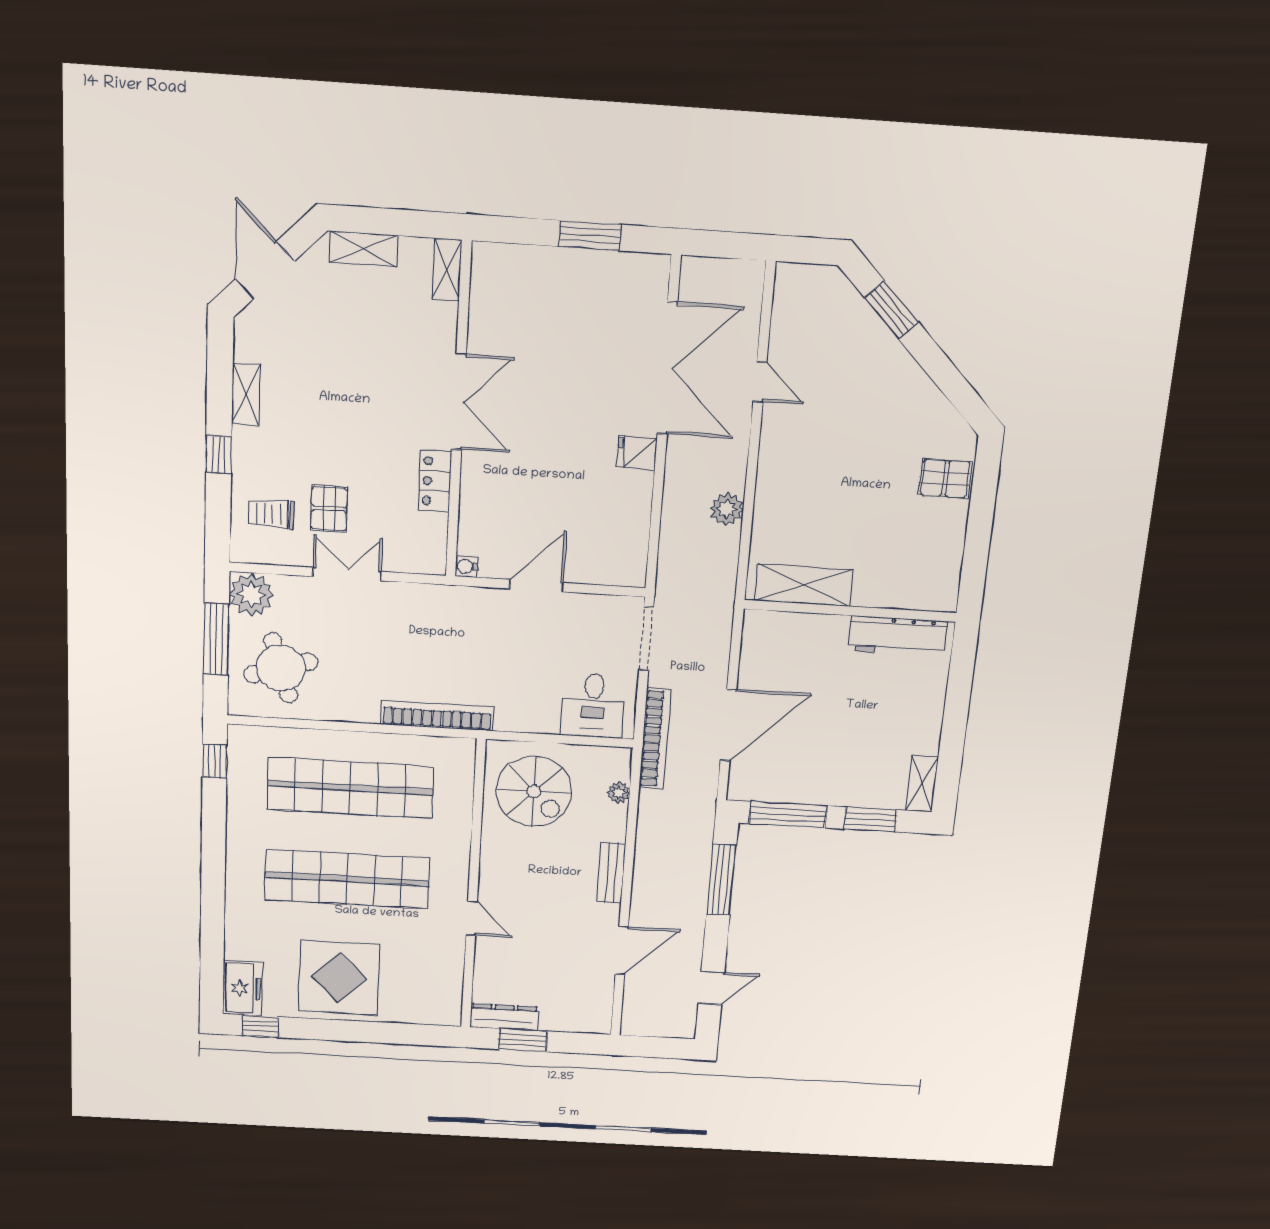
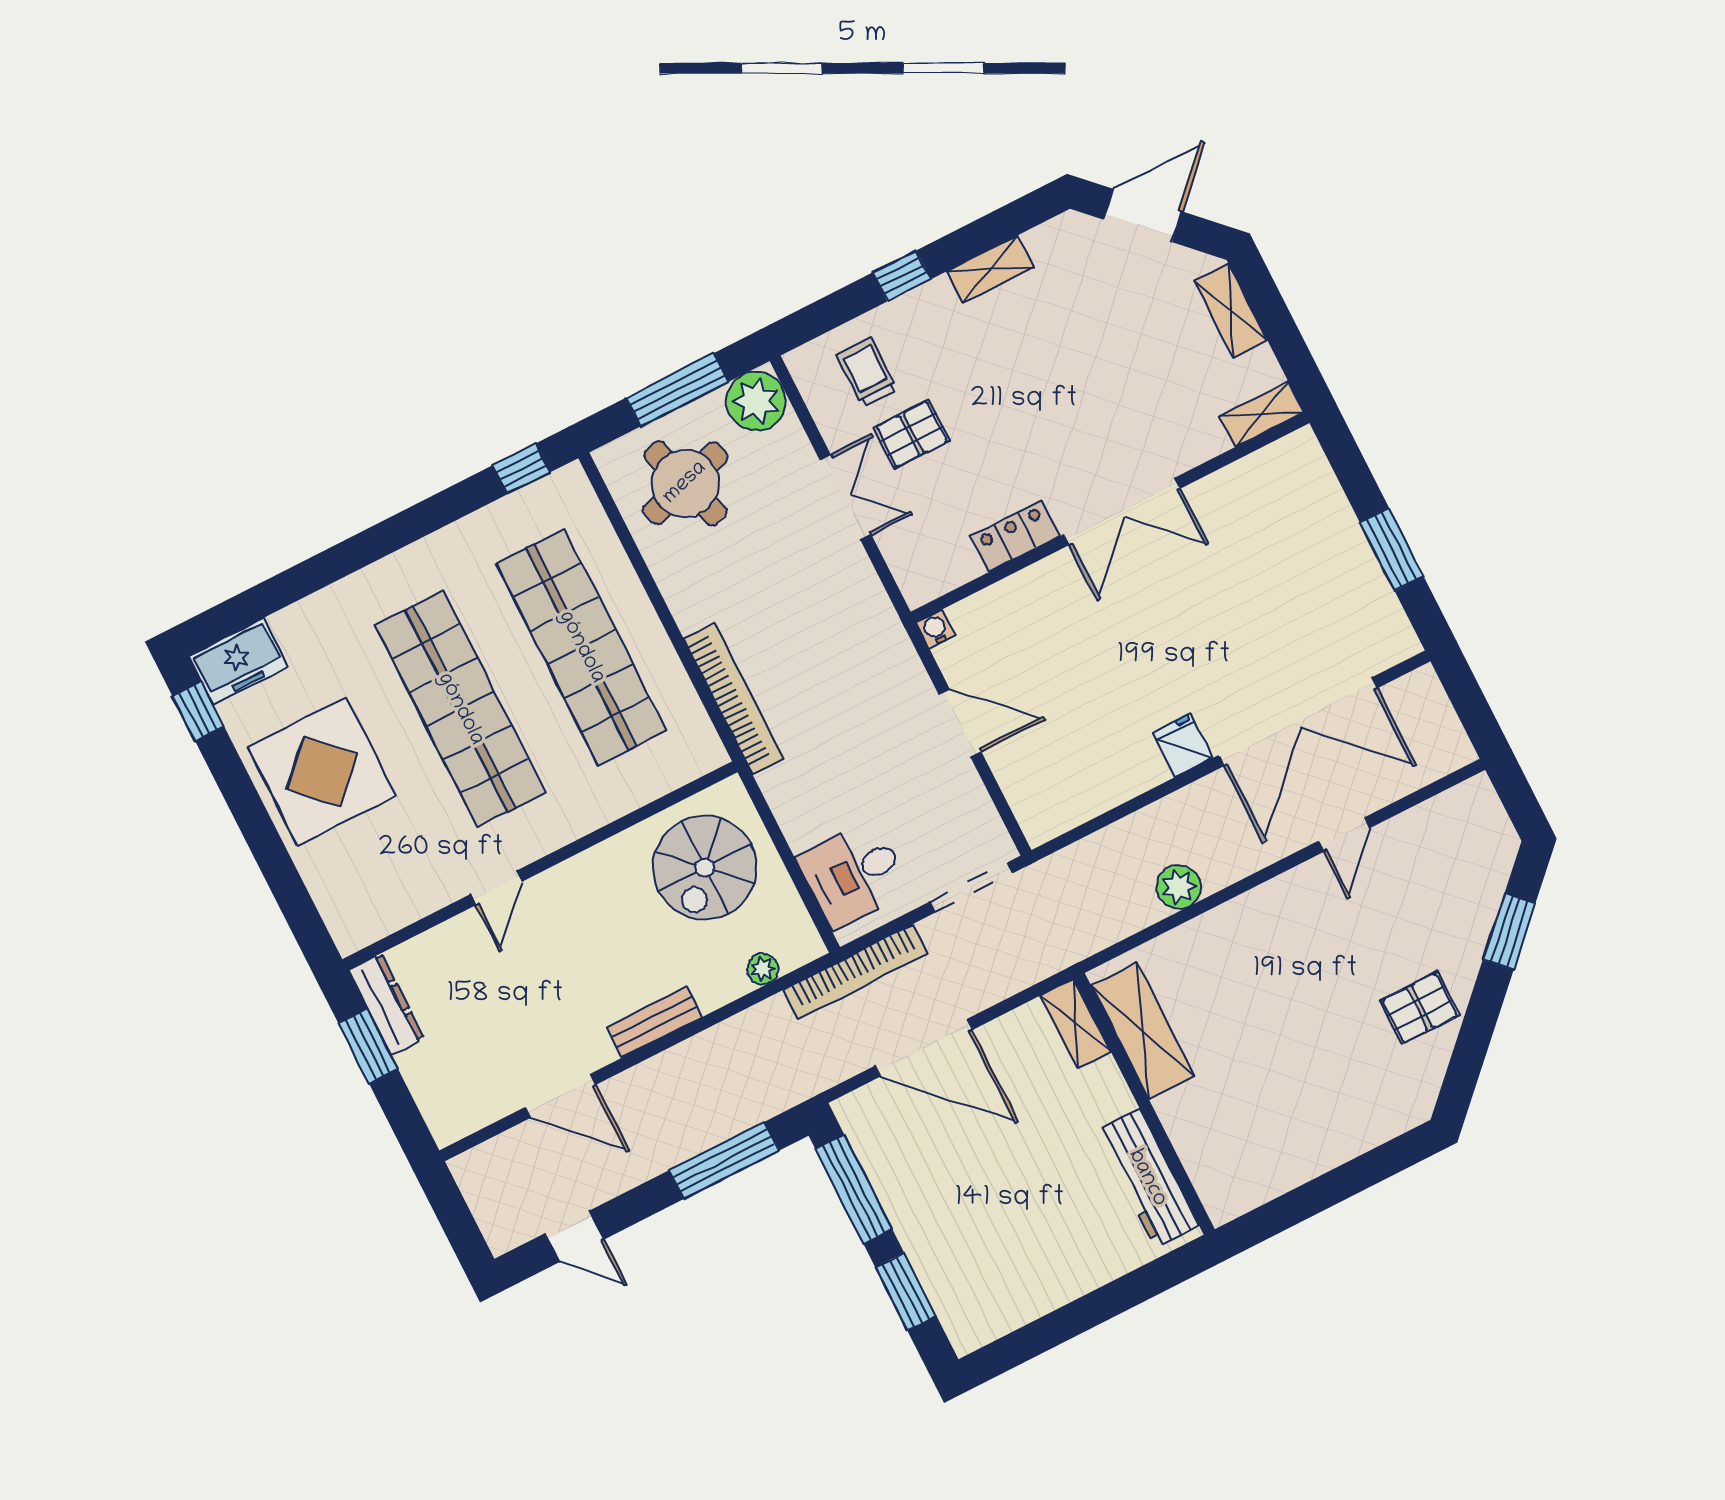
pallet: (945, 478) -> (1420, 1008), moved, turned 90
shelving: (922, 783) -> (1076, 1024), moved, turned 90

